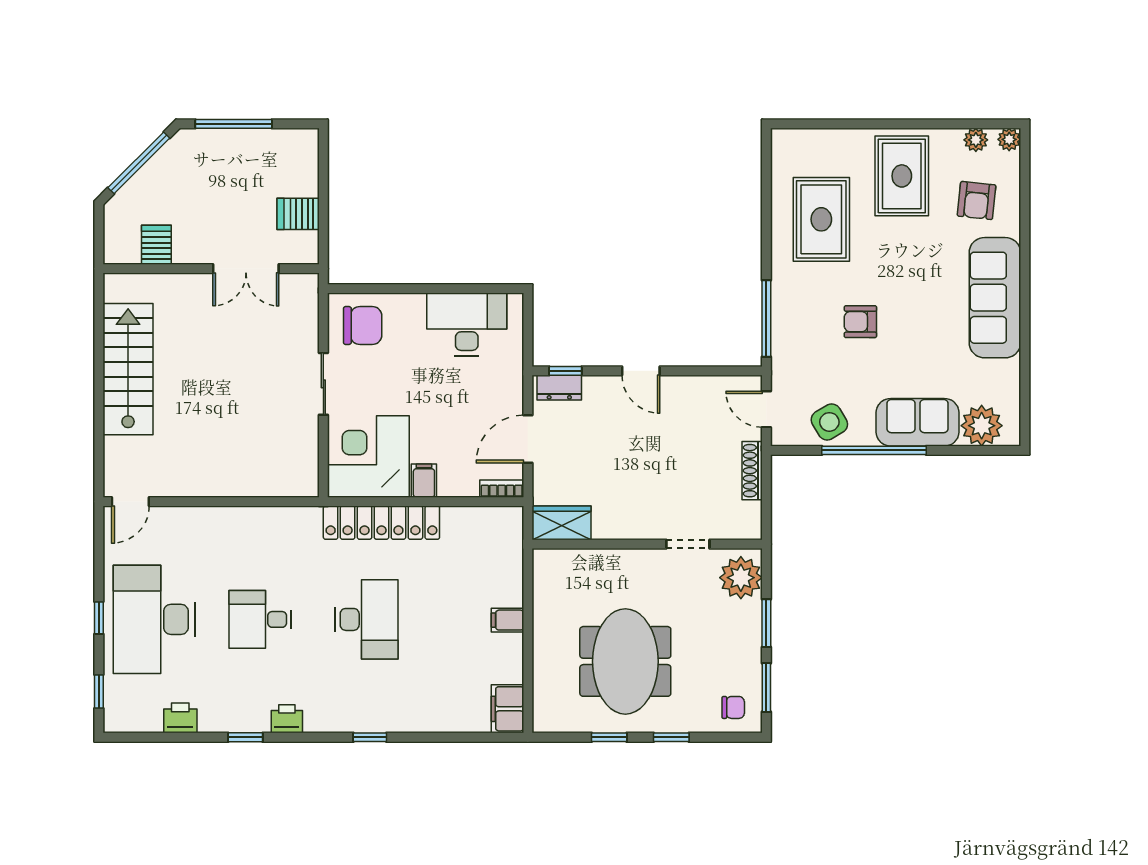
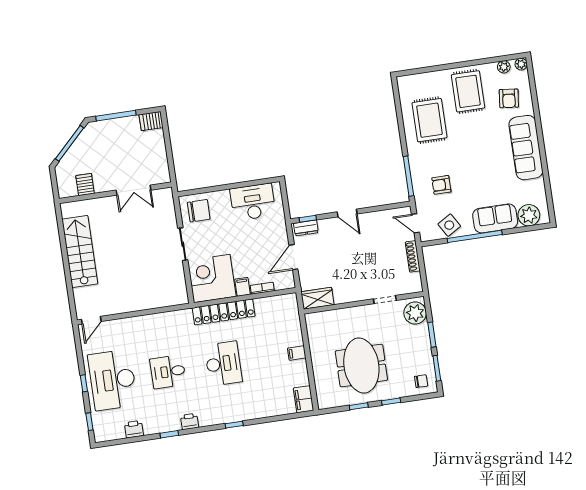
server rack: (298, 214) -> (151, 121), moved
armchair: (860, 322) -> (441, 185), moved
bookcase: (502, 489) -> (262, 288), moved

